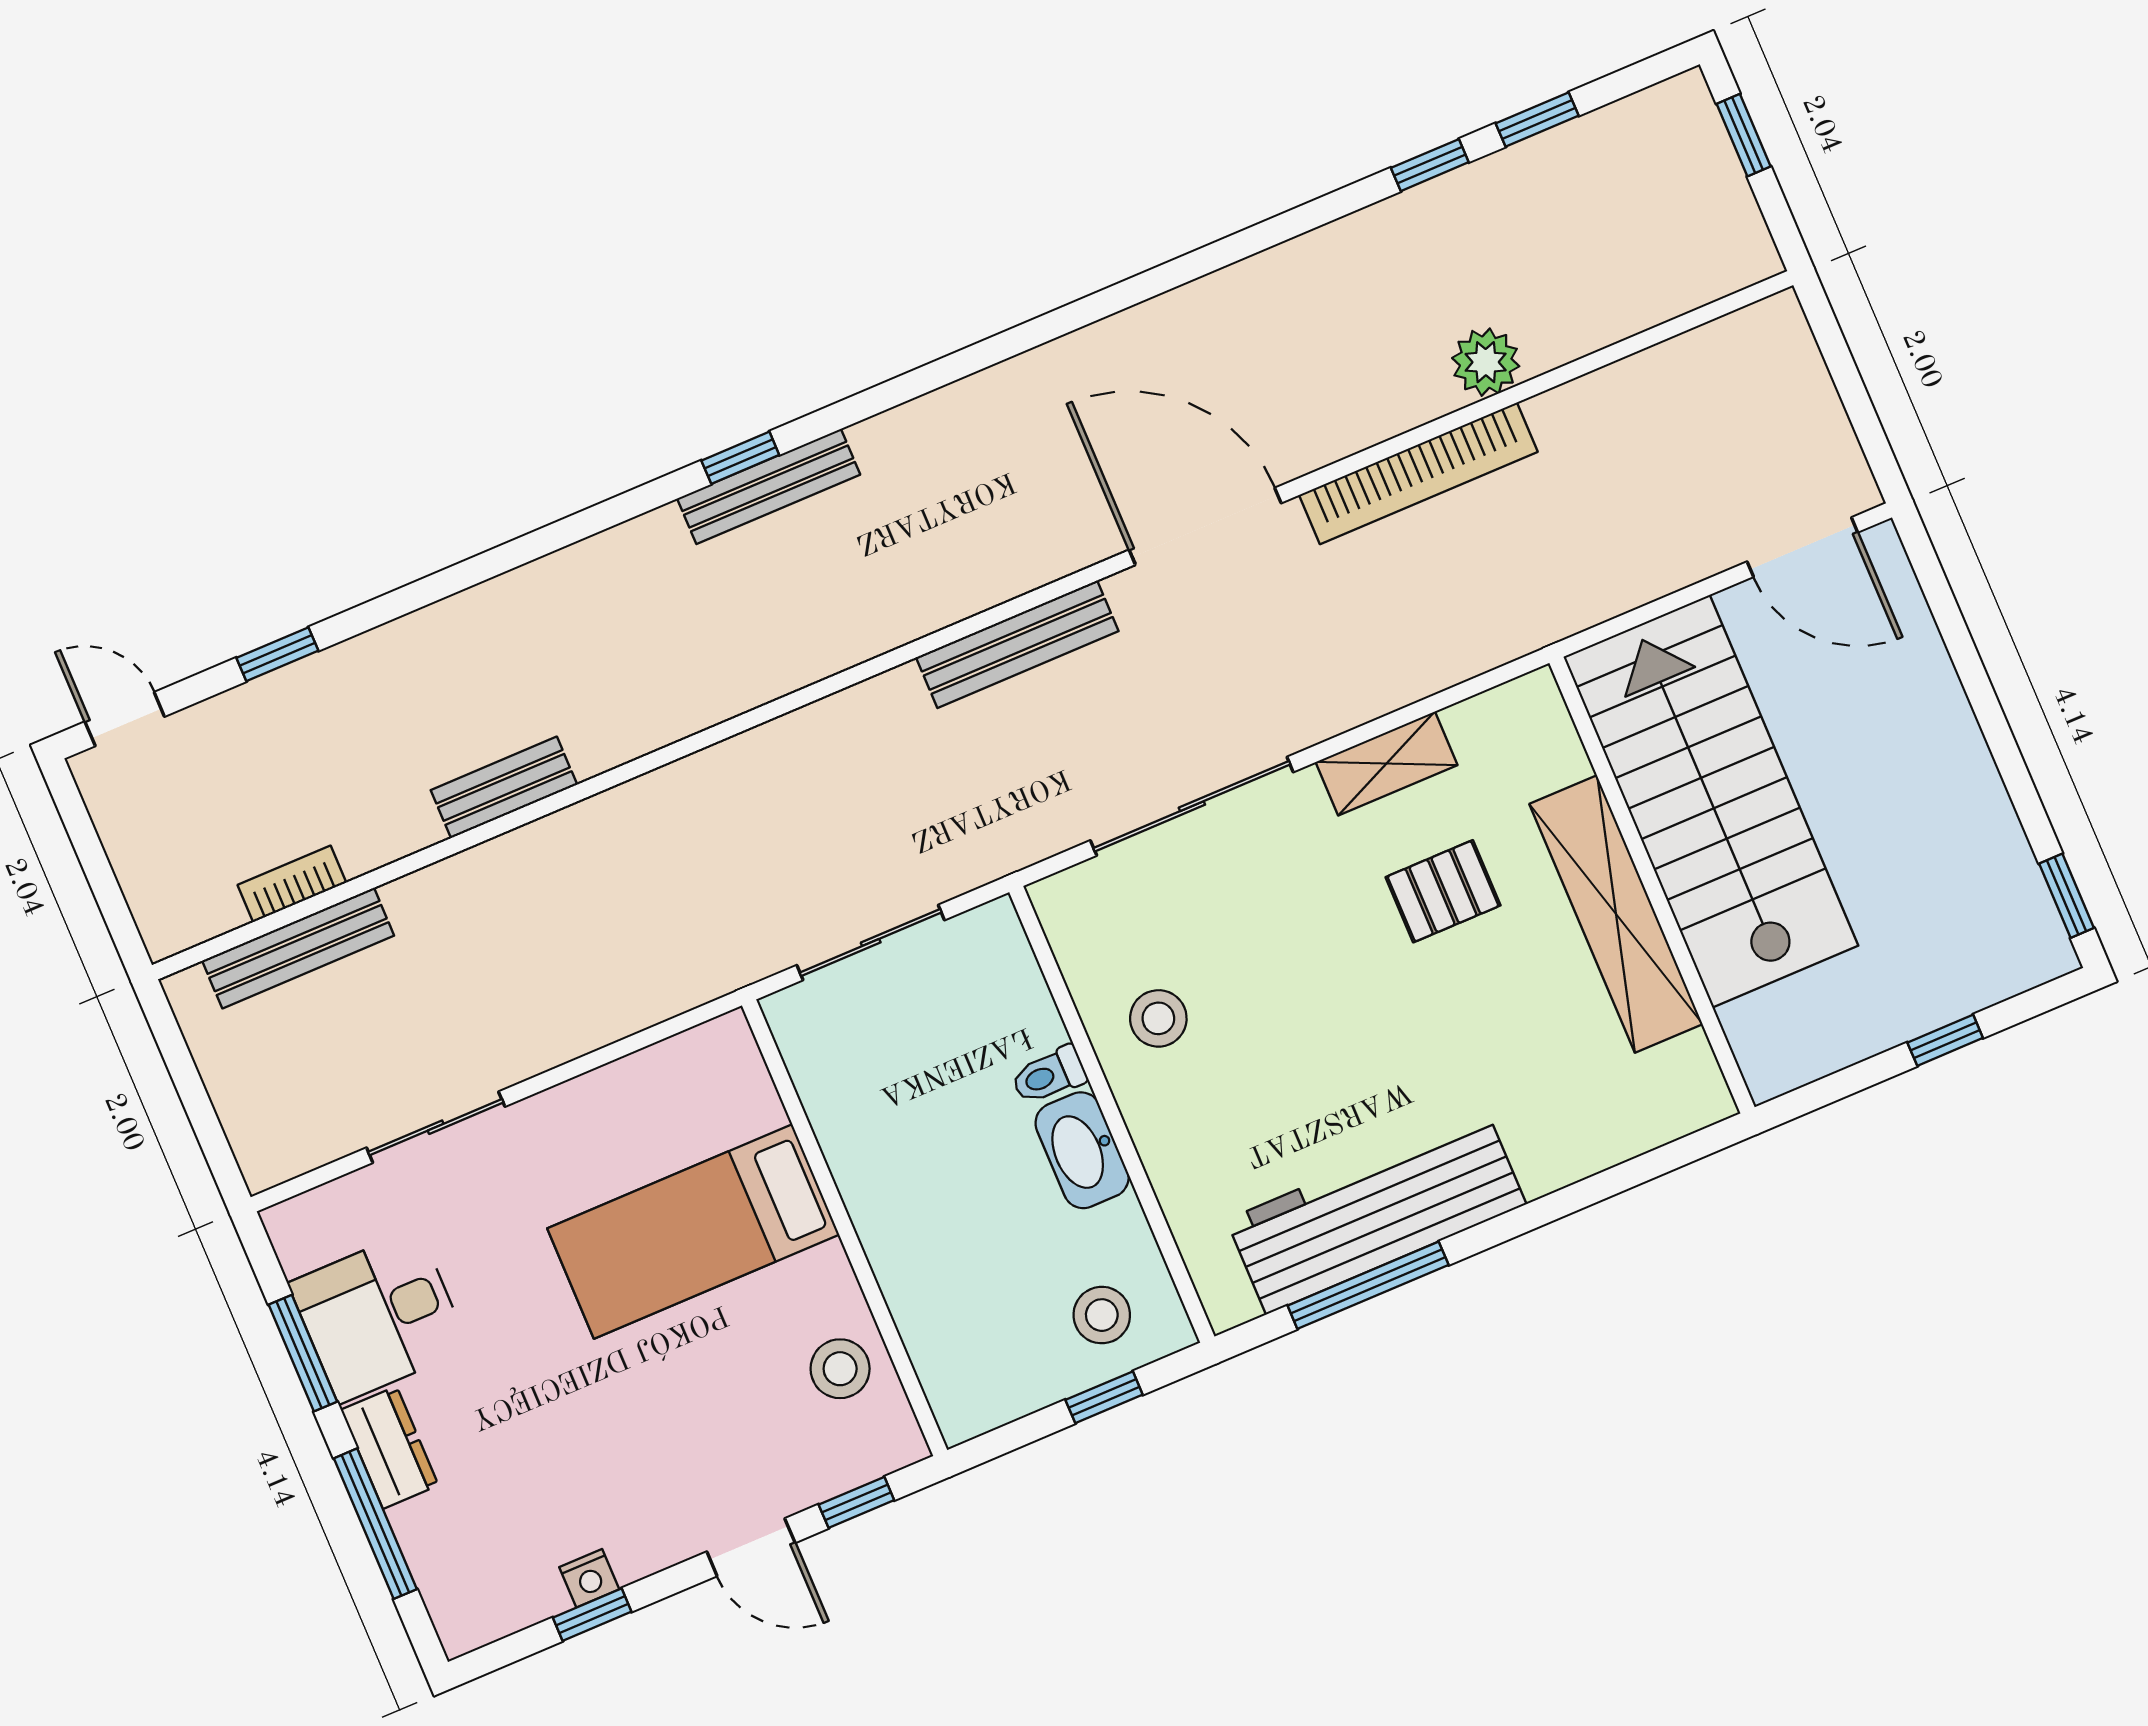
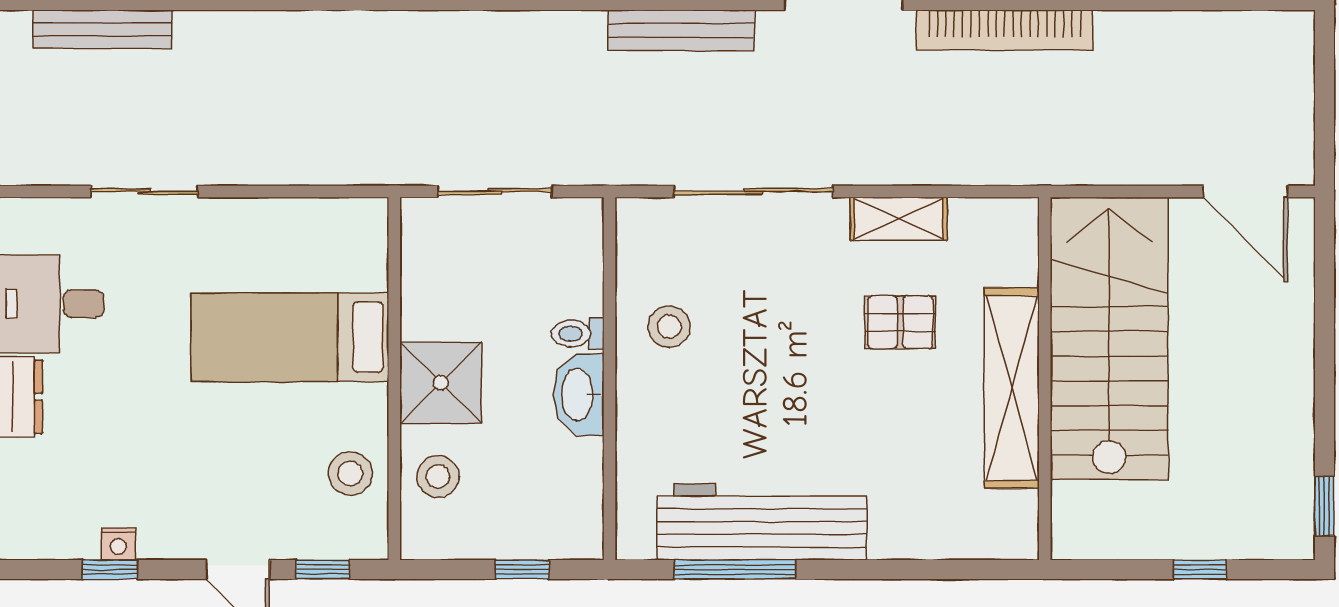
shower: (904, 1208) -> (441, 383), added
stool: (1102, 1315) -> (438, 476), moved

